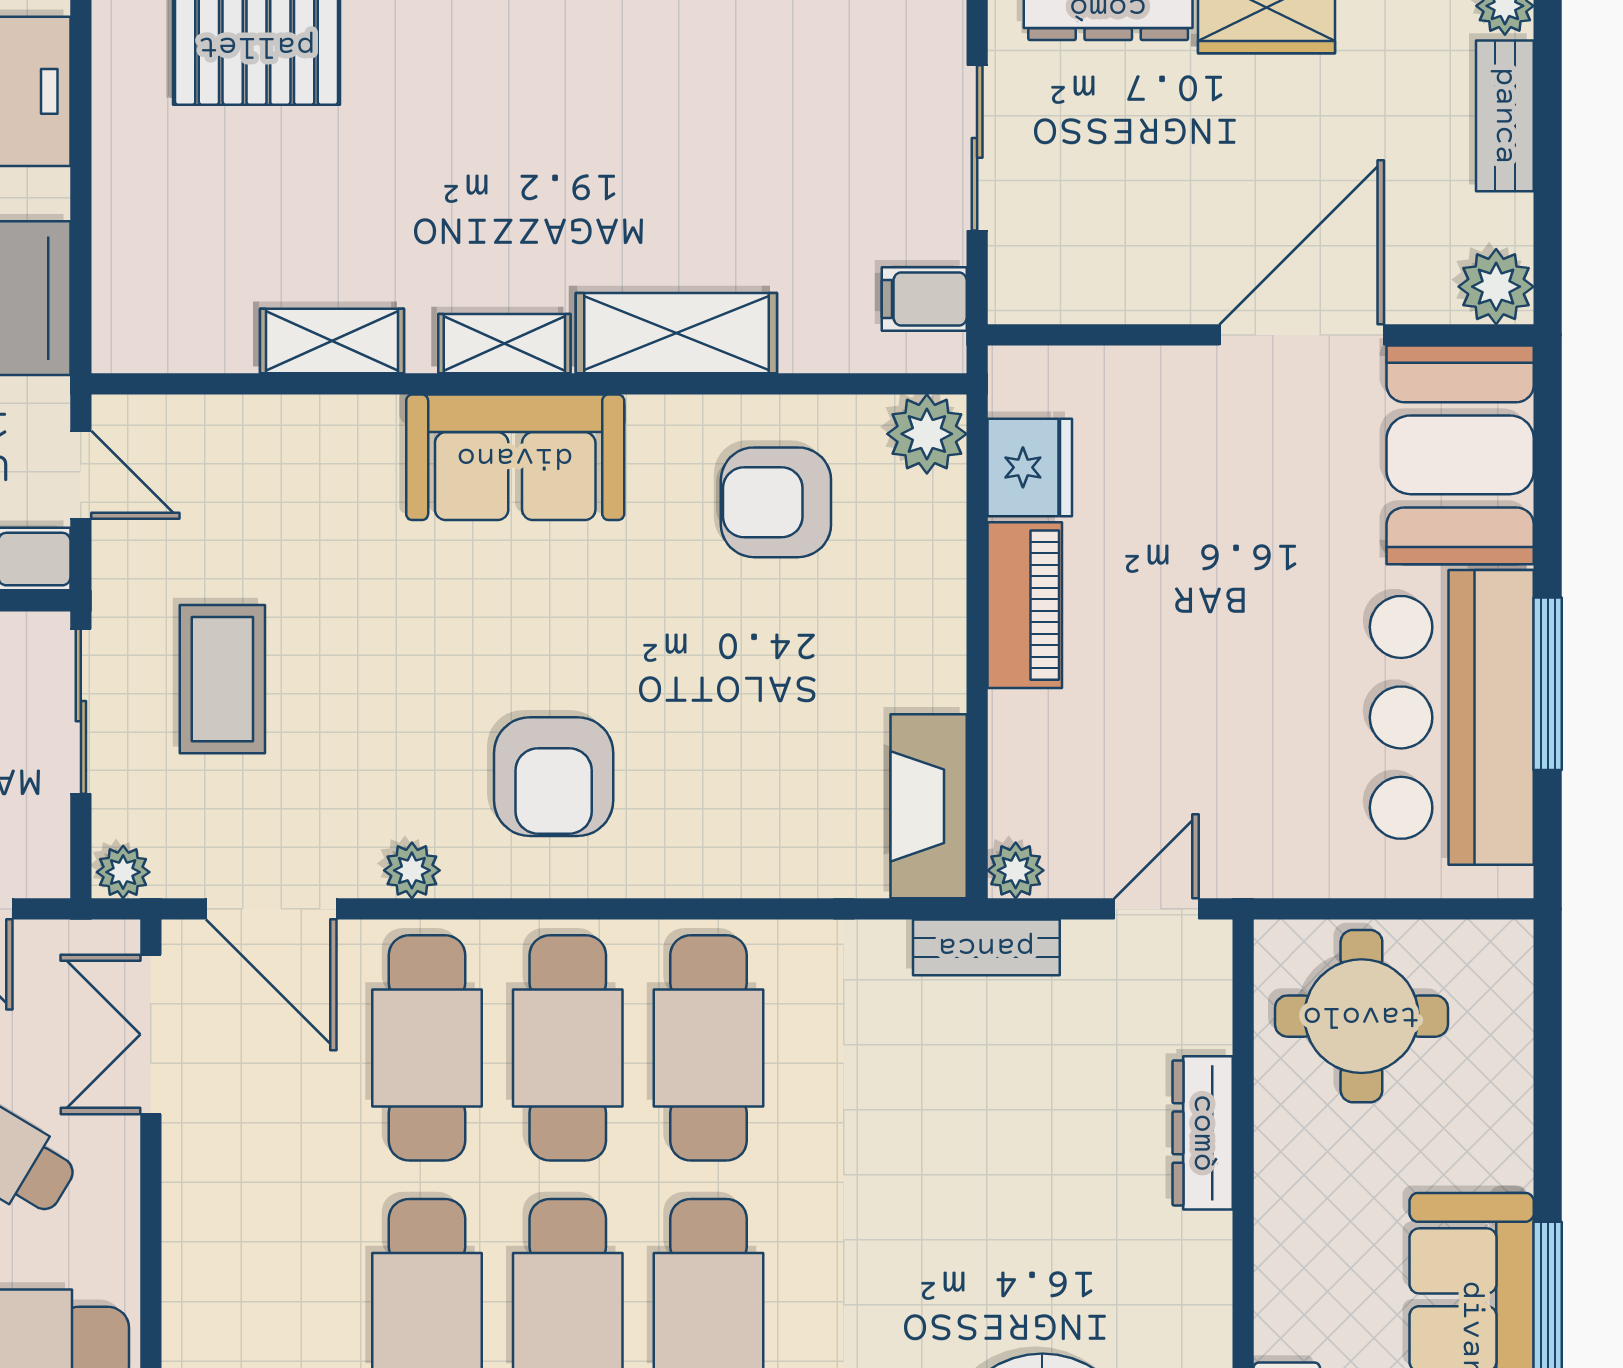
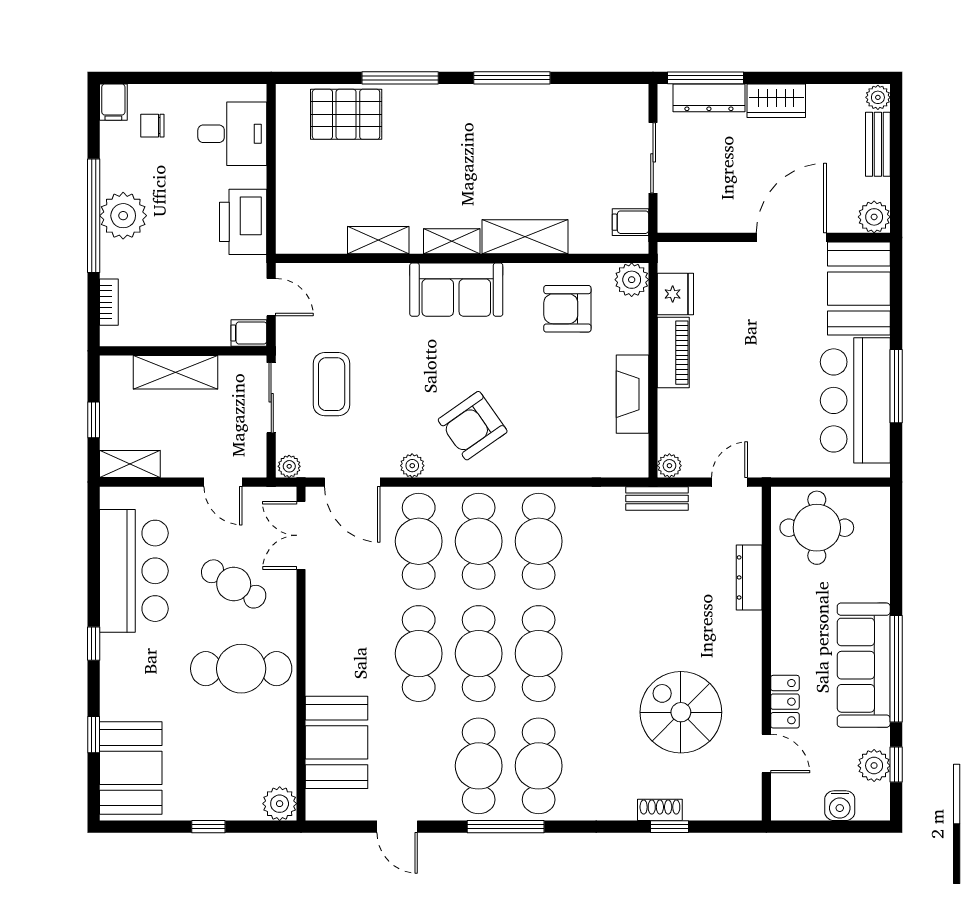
armchair: (554, 777) -> (473, 426), turned 55
fireplace: (929, 806) -> (632, 394), moved

